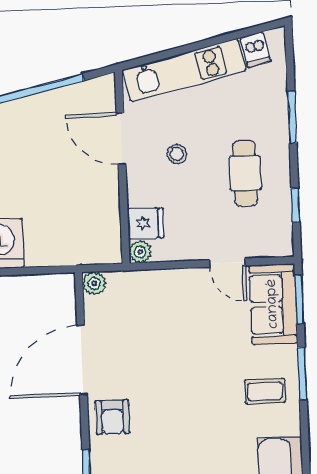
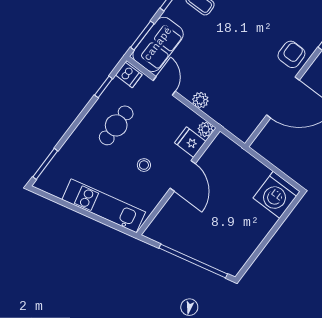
dishwasher: (255, 49) -> (129, 75), moved, turned 103
window: (292, 117) -> (45, 164), moved
door: (121, 139) -> (183, 176), moved
plant: (94, 283) -> (200, 100), moved

